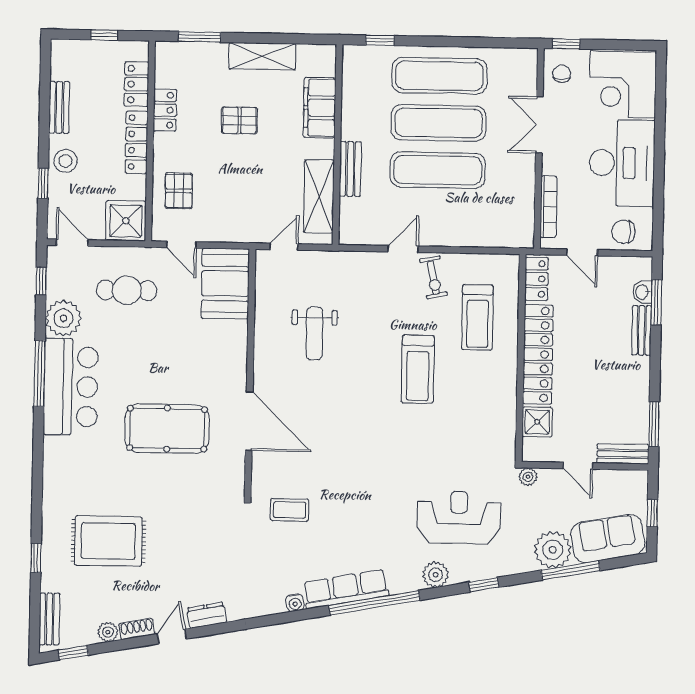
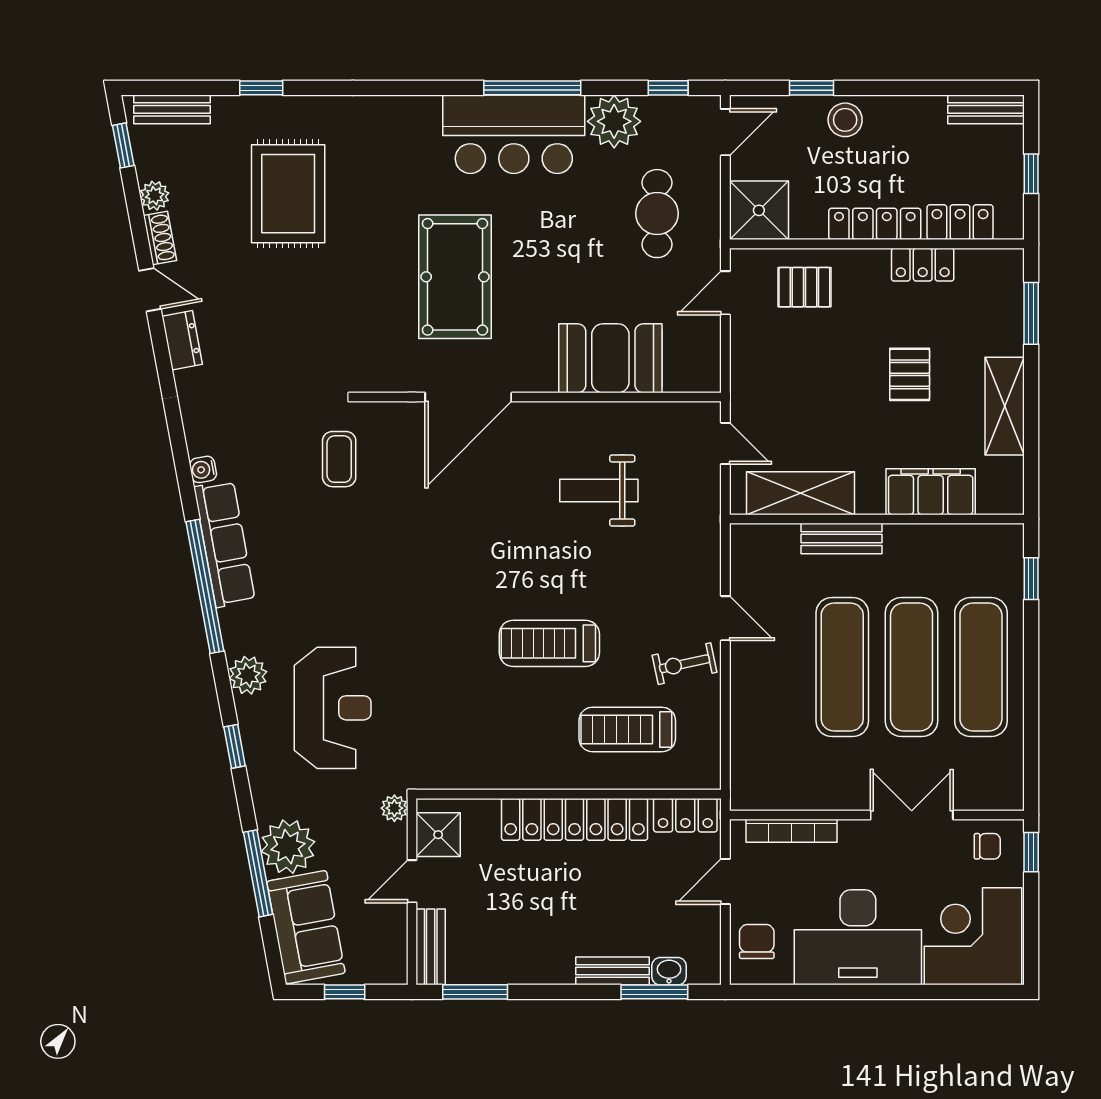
bench: (59, 107) -> (986, 109), moved
booth: (225, 284) -> (610, 358), moved
shower: (537, 422) -> (438, 835), moved

